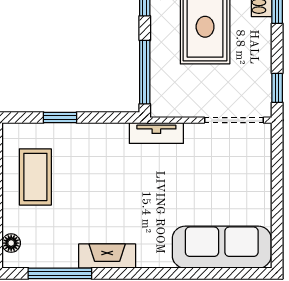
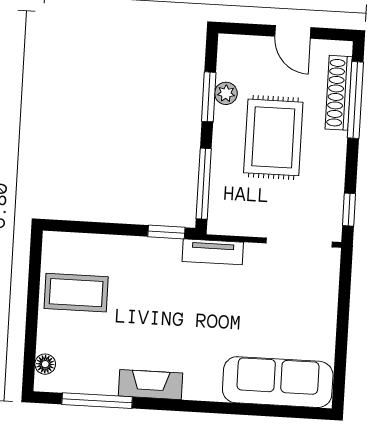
window: (60, 118) -> (166, 232), moved
coffee table: (35, 177) -> (76, 293), turned 90

